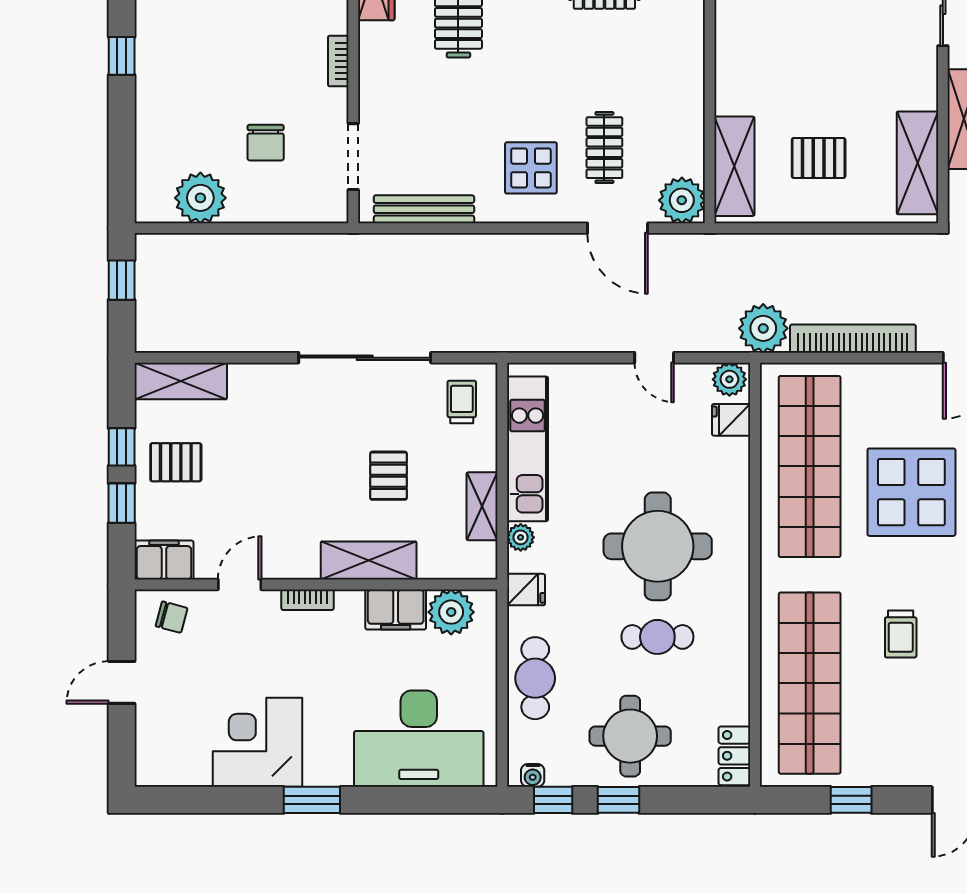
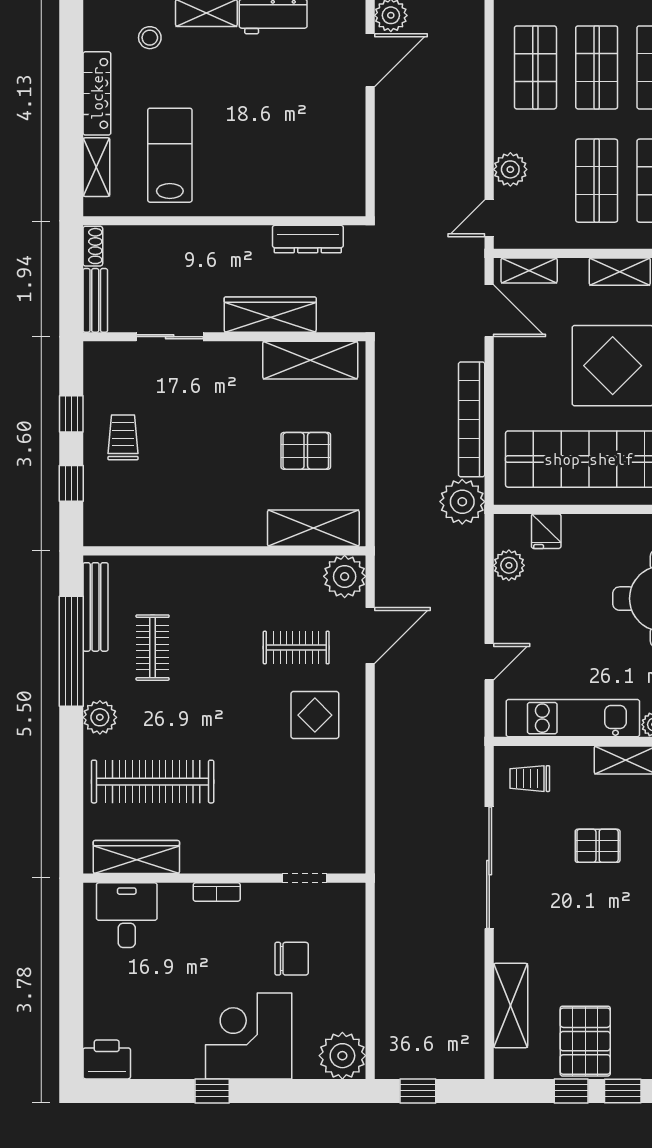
corner desk: (181, 96) -> (249, 1036), added
doorway: (353, 157) -> (305, 878), width x0.73
pallet: (819, 158) -> (306, 451), turned 90
plant: (200, 198) -> (342, 1056), moved
bench: (424, 209) -> (353, 813), removed
door: (654, 358) -> (489, 662), moved
plant: (729, 379) -> (509, 565), moved
shelving: (181, 381) -> (511, 1006), moved
pallet: (176, 462) -> (585, 1041), width x1.50, depth x1.42

